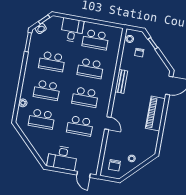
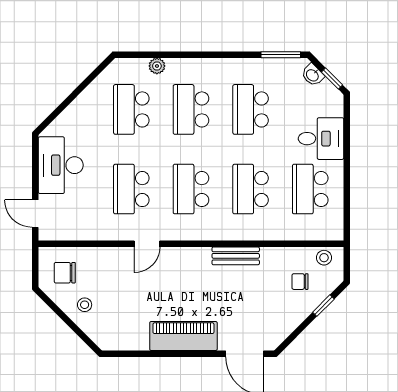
door: (83, 174) -> (35, 214), hinge flipped

